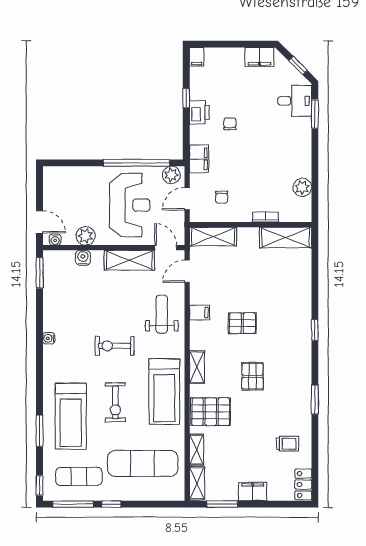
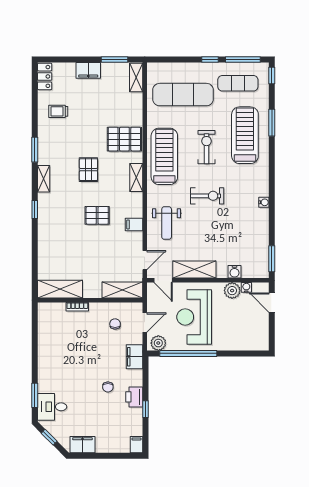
plant: (302, 187) -> (45, 332), removed
water cooler: (55, 239) -> (246, 287), moved
shelving: (197, 450) -> (44, 179), moved

